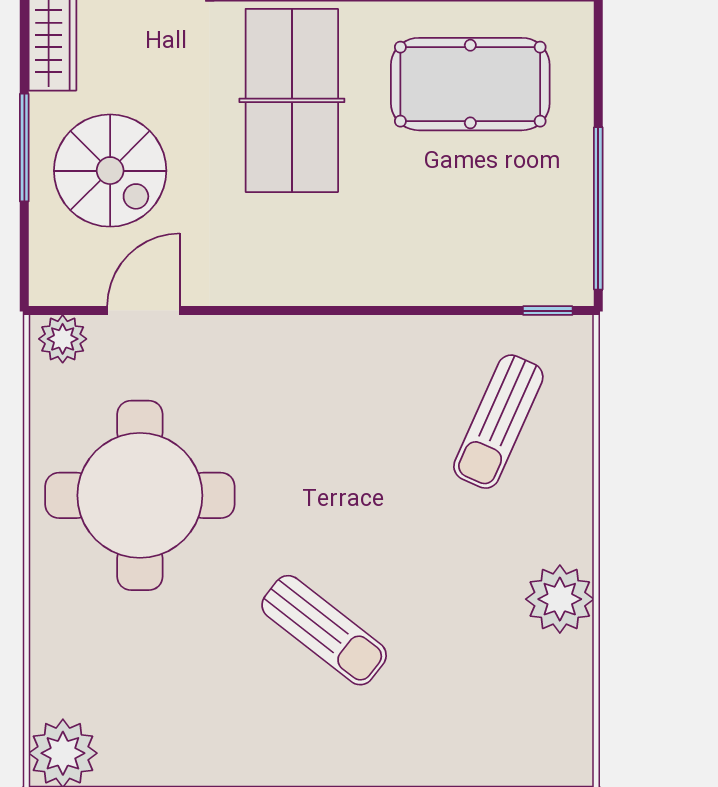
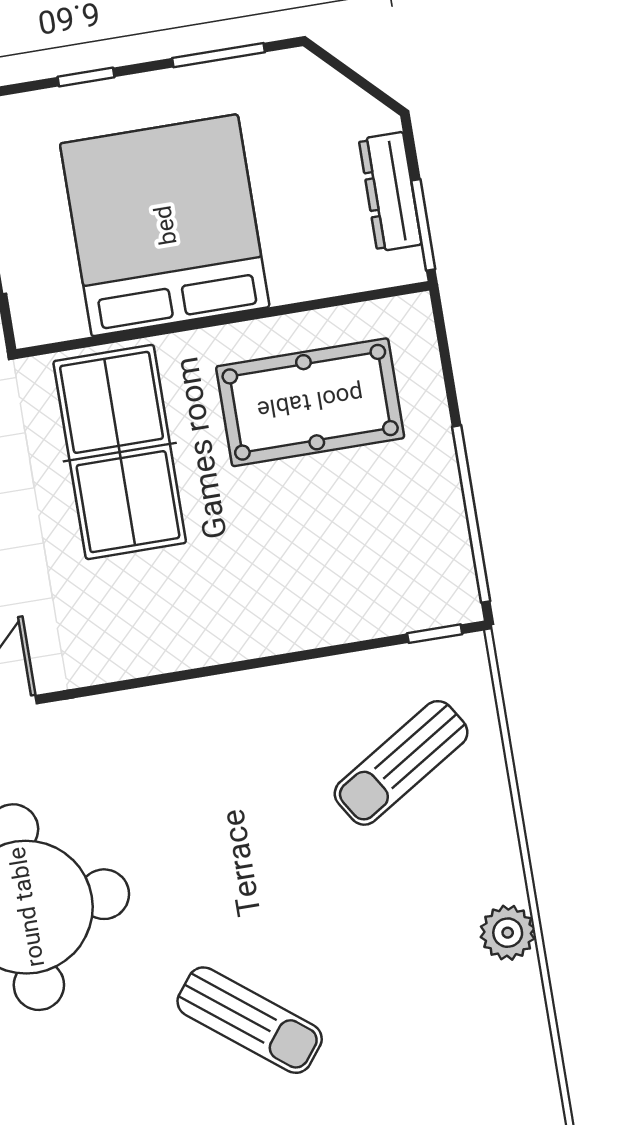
sun lounger: (498, 422) -> (401, 763), turned 34
plant: (560, 599) -> (508, 933), width x0.73, depth x0.73

